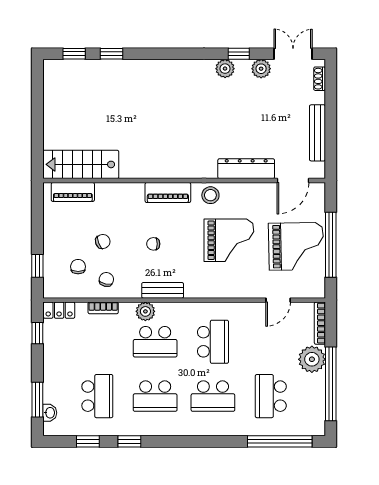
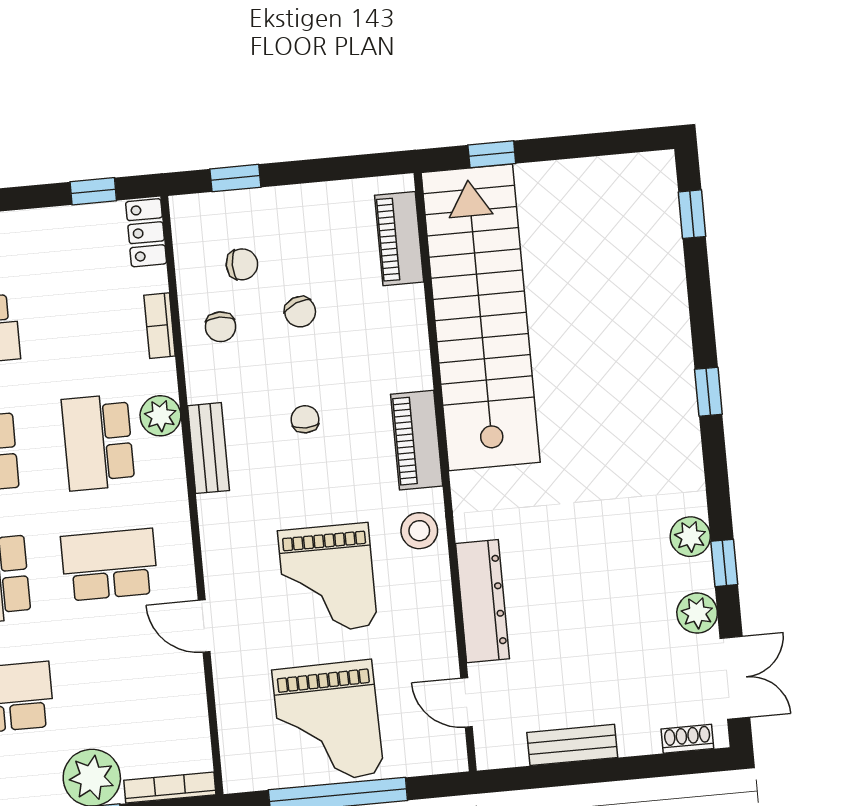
window: (112, 54) -> (708, 392), moved
bench: (317, 133) -> (572, 745), width x0.73
window: (37, 145) -> (492, 154), added
stairs: (81, 164) -> (481, 317), width x1.86, depth x1.51
door: (293, 181) -> (466, 703), width x0.73
chair: (106, 279) -> (221, 327), turned 77
door: (278, 300) -> (204, 626), moved
school desk: (213, 342) -> (109, 565), turned 180

